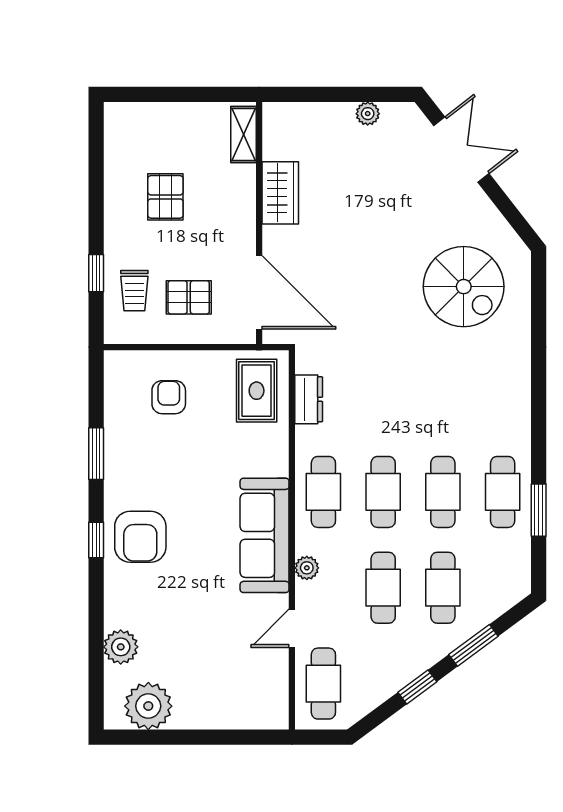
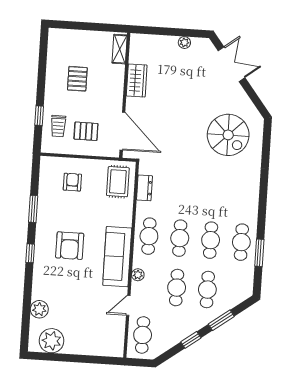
armchair: (140, 537) -> (70, 246), moved

